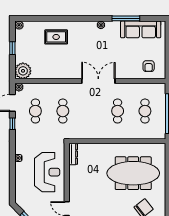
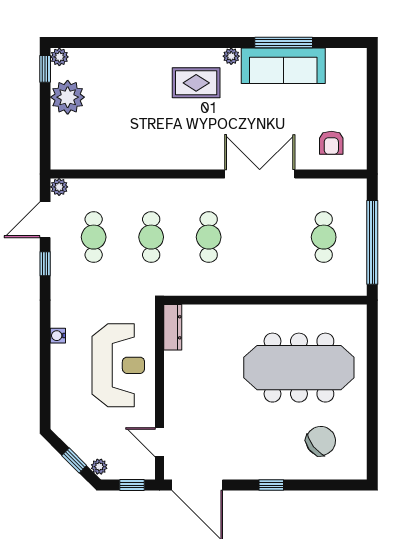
sofa: (141, 29) -> (283, 66), moved
rug: (56, 37) -> (196, 83), moved
window: (12, 48) -> (45, 69), moved
plant: (23, 71) -> (68, 97), moved
double door: (98, 81) -> (260, 174), moved
cafe table: (118, 111) -> (209, 237), moved

